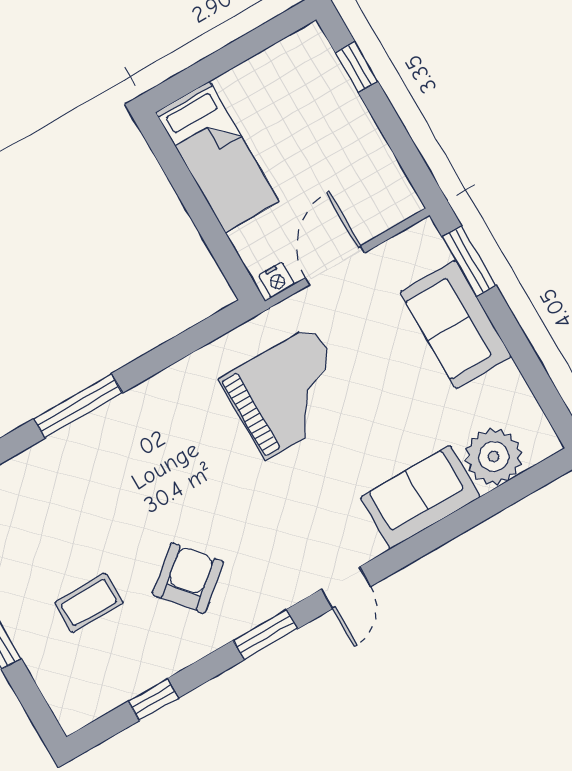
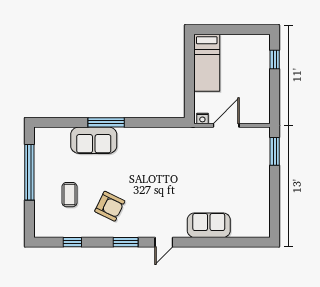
sofa: (456, 324) -> (94, 140), moved, turned -90
grand piano: (289, 393) -> (184, 161), removed
plant: (494, 457) -> (243, 226), removed
armchair: (188, 578) -> (110, 206), turned 66
coffee table: (89, 603) -> (70, 195), turned 90

